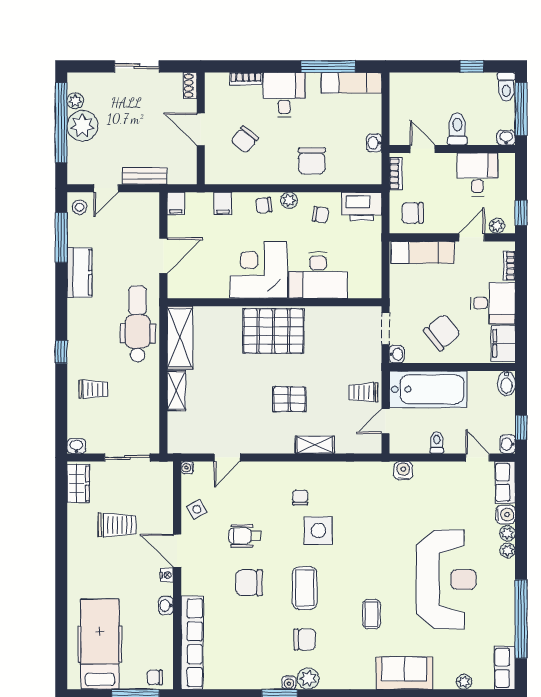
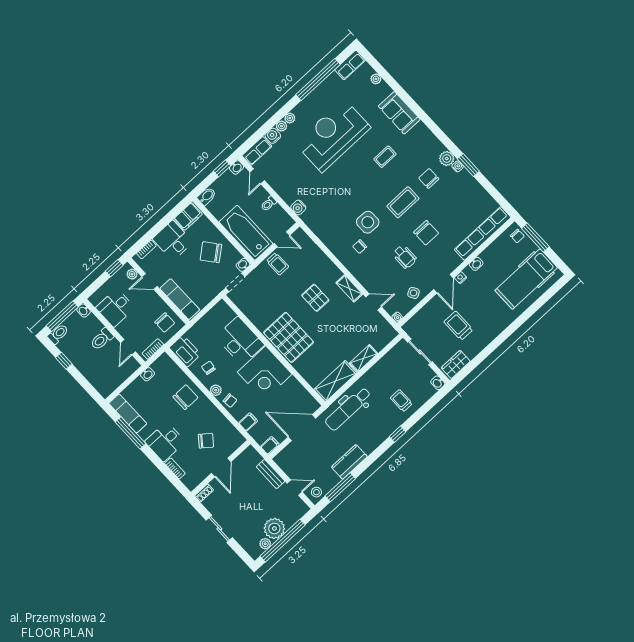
door: (163, 256) -> (302, 428), width x1.36
shelving: (315, 445) -> (349, 288), moved

